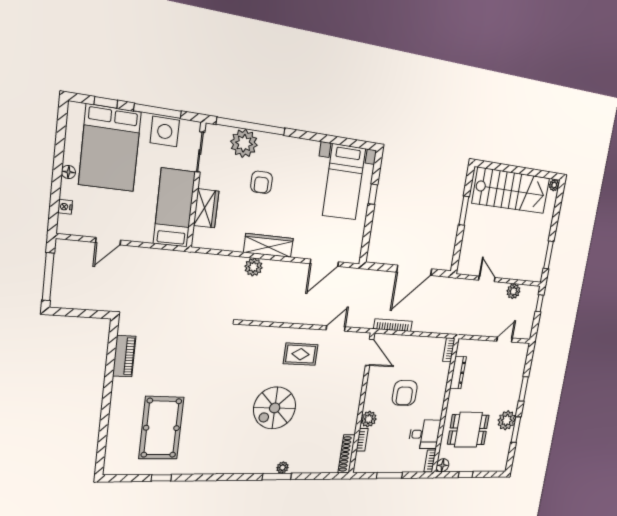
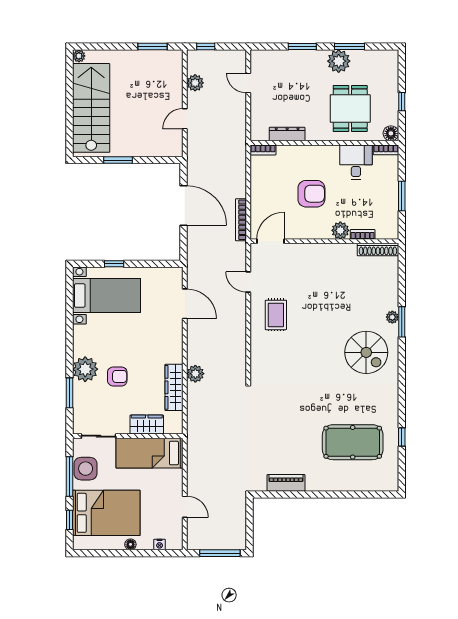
window: (251, 126) -> (69, 393), width x0.47
plant: (244, 143) -> (85, 369), moved
wardrobe: (268, 245) -> (174, 387), moved
spiral stairs: (275, 408) -> (366, 352), moved

